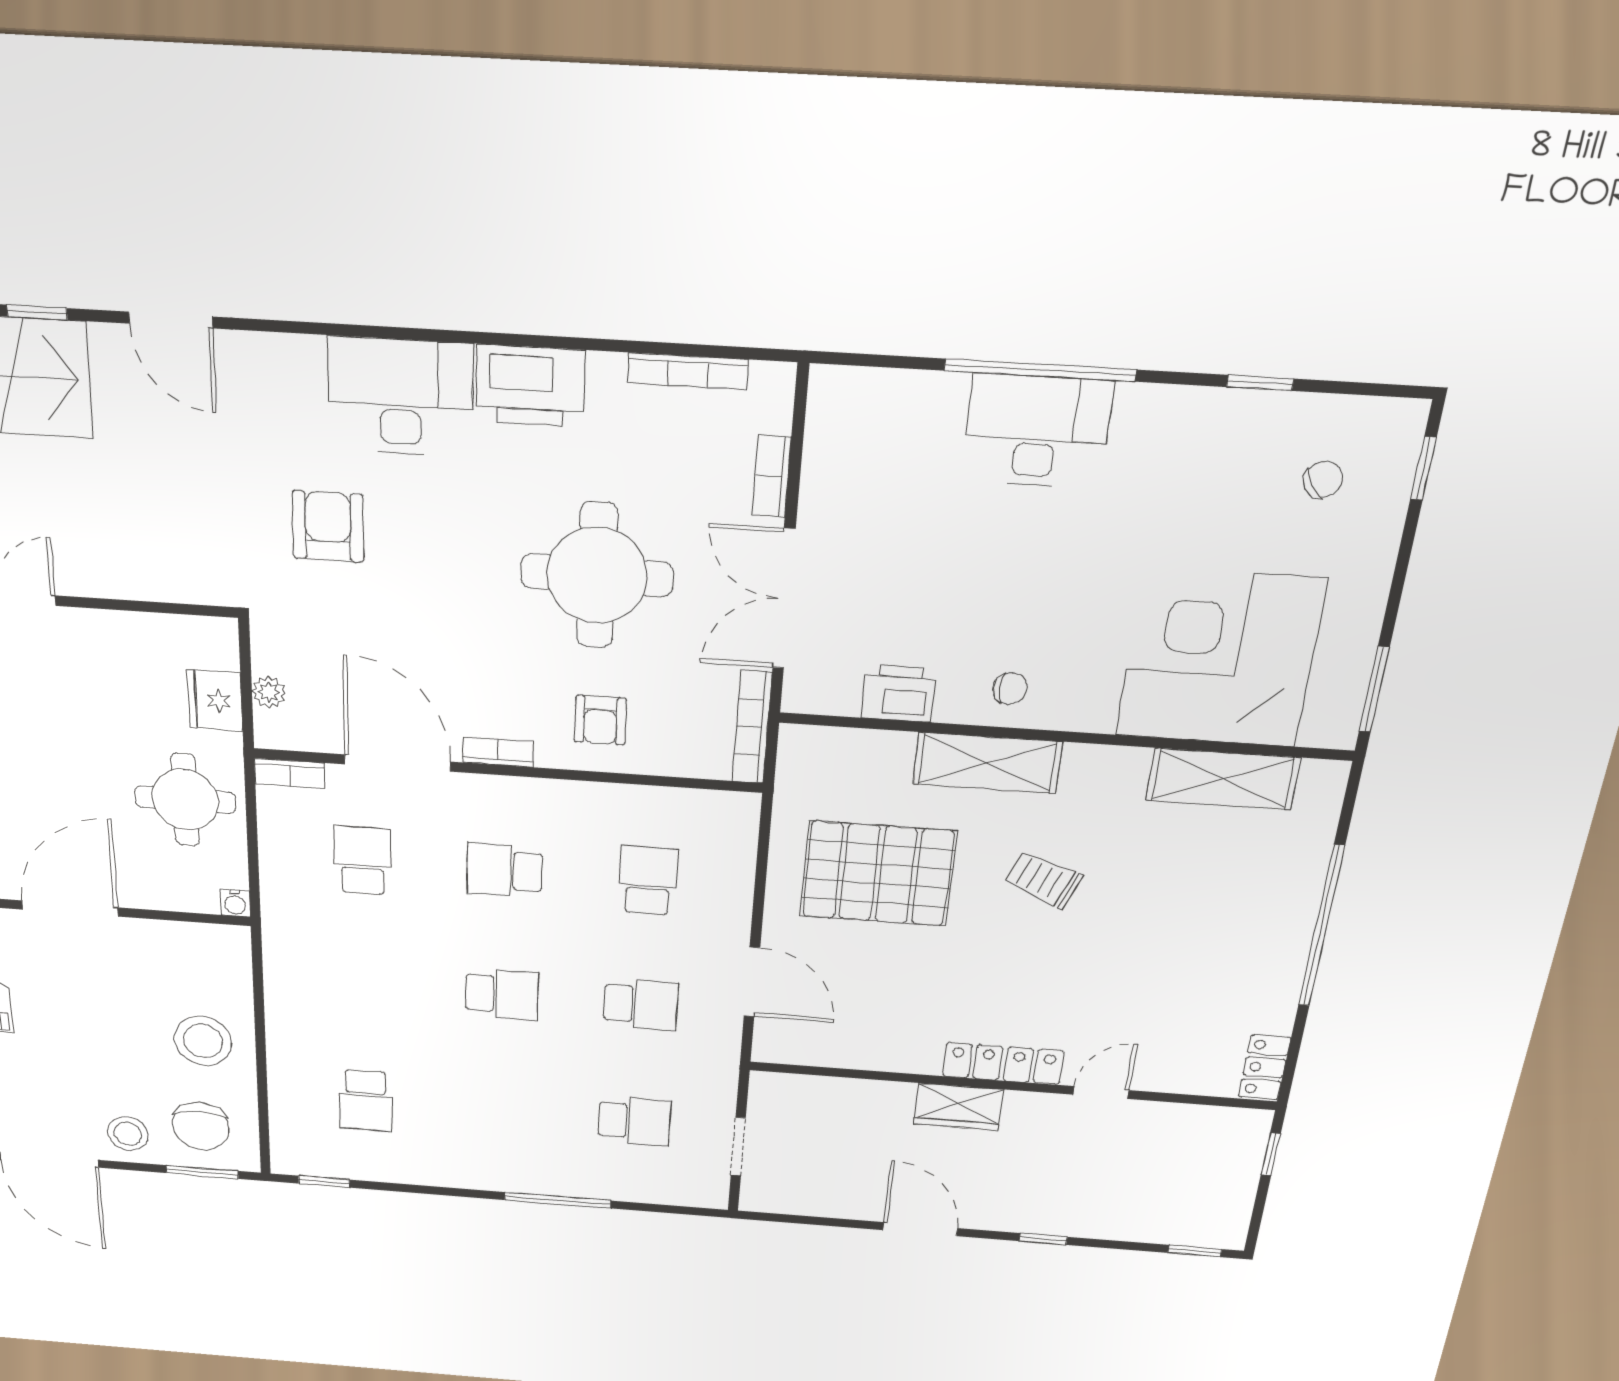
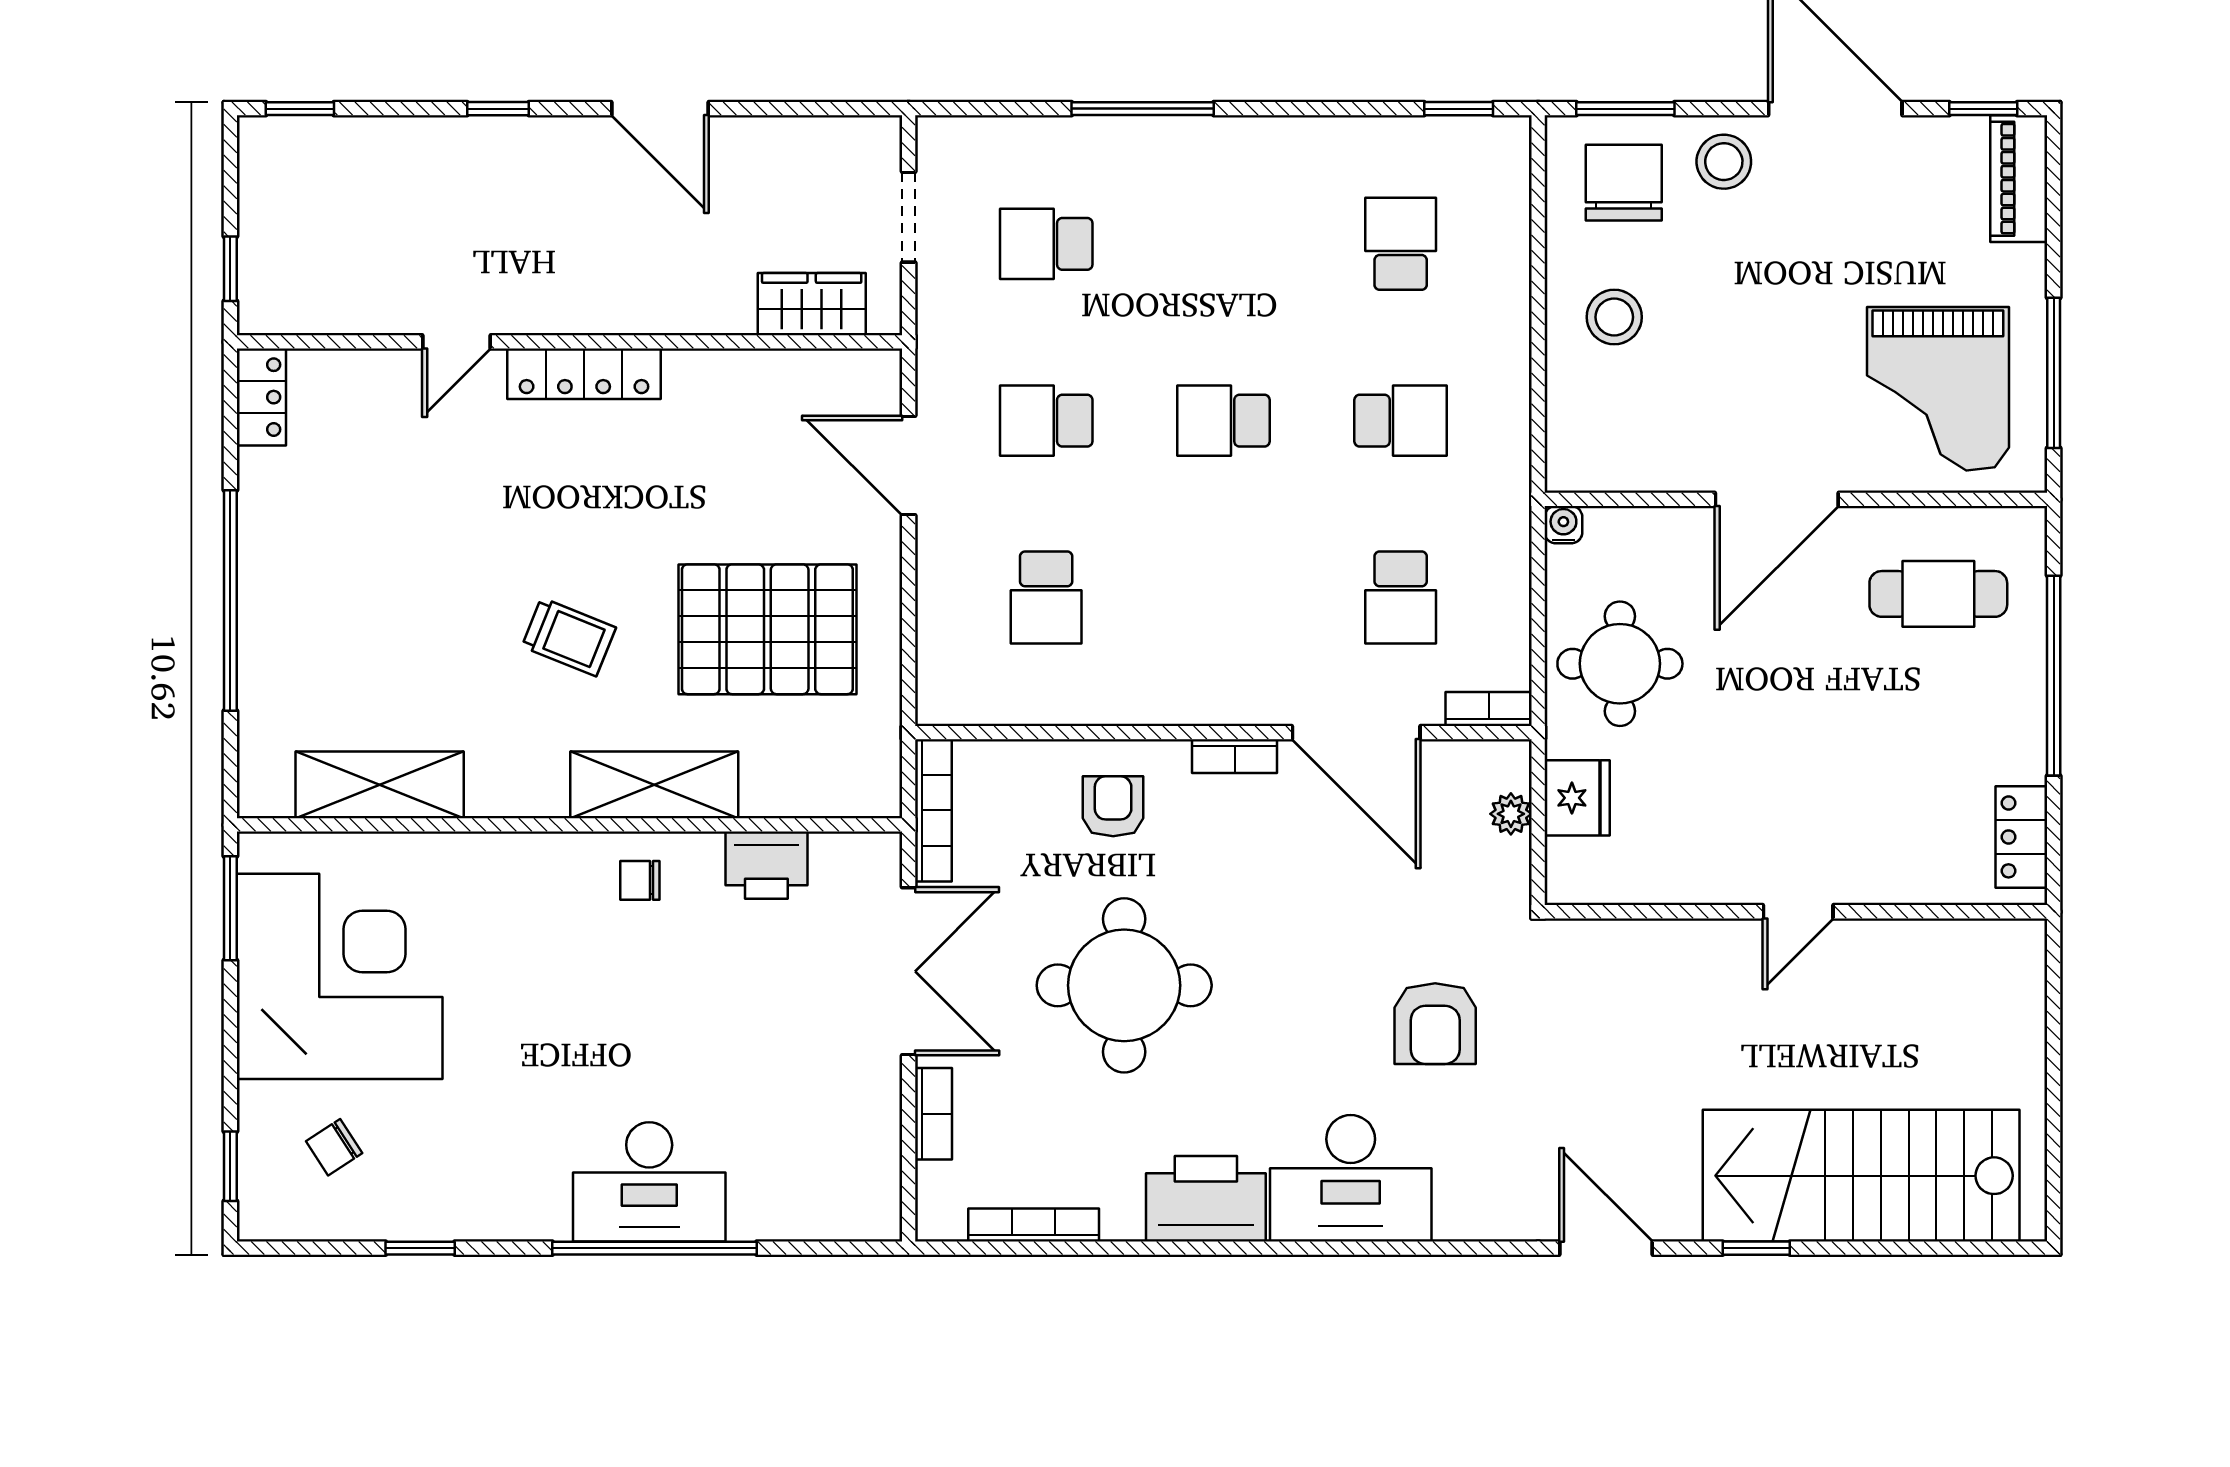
corner desk: (1220, 658) -> (340, 976), moved, turned -90
school desk: (505, 870) -> (1401, 421), moved
stool: (203, 1041) -> (1614, 317), width x0.73, depth x0.73
wardrobe: (958, 1107) -> (812, 304), moved

